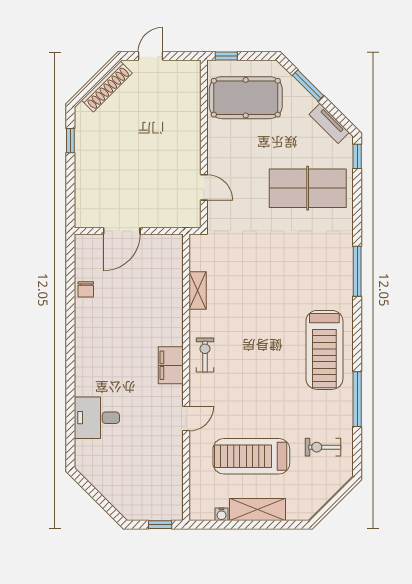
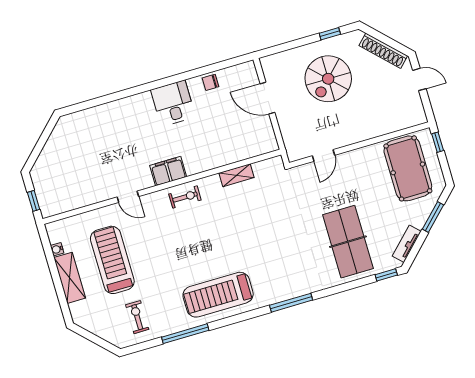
spiral stairs: (120, 157) -> (328, 79), added
desk: (97, 418) -> (173, 103), moved

